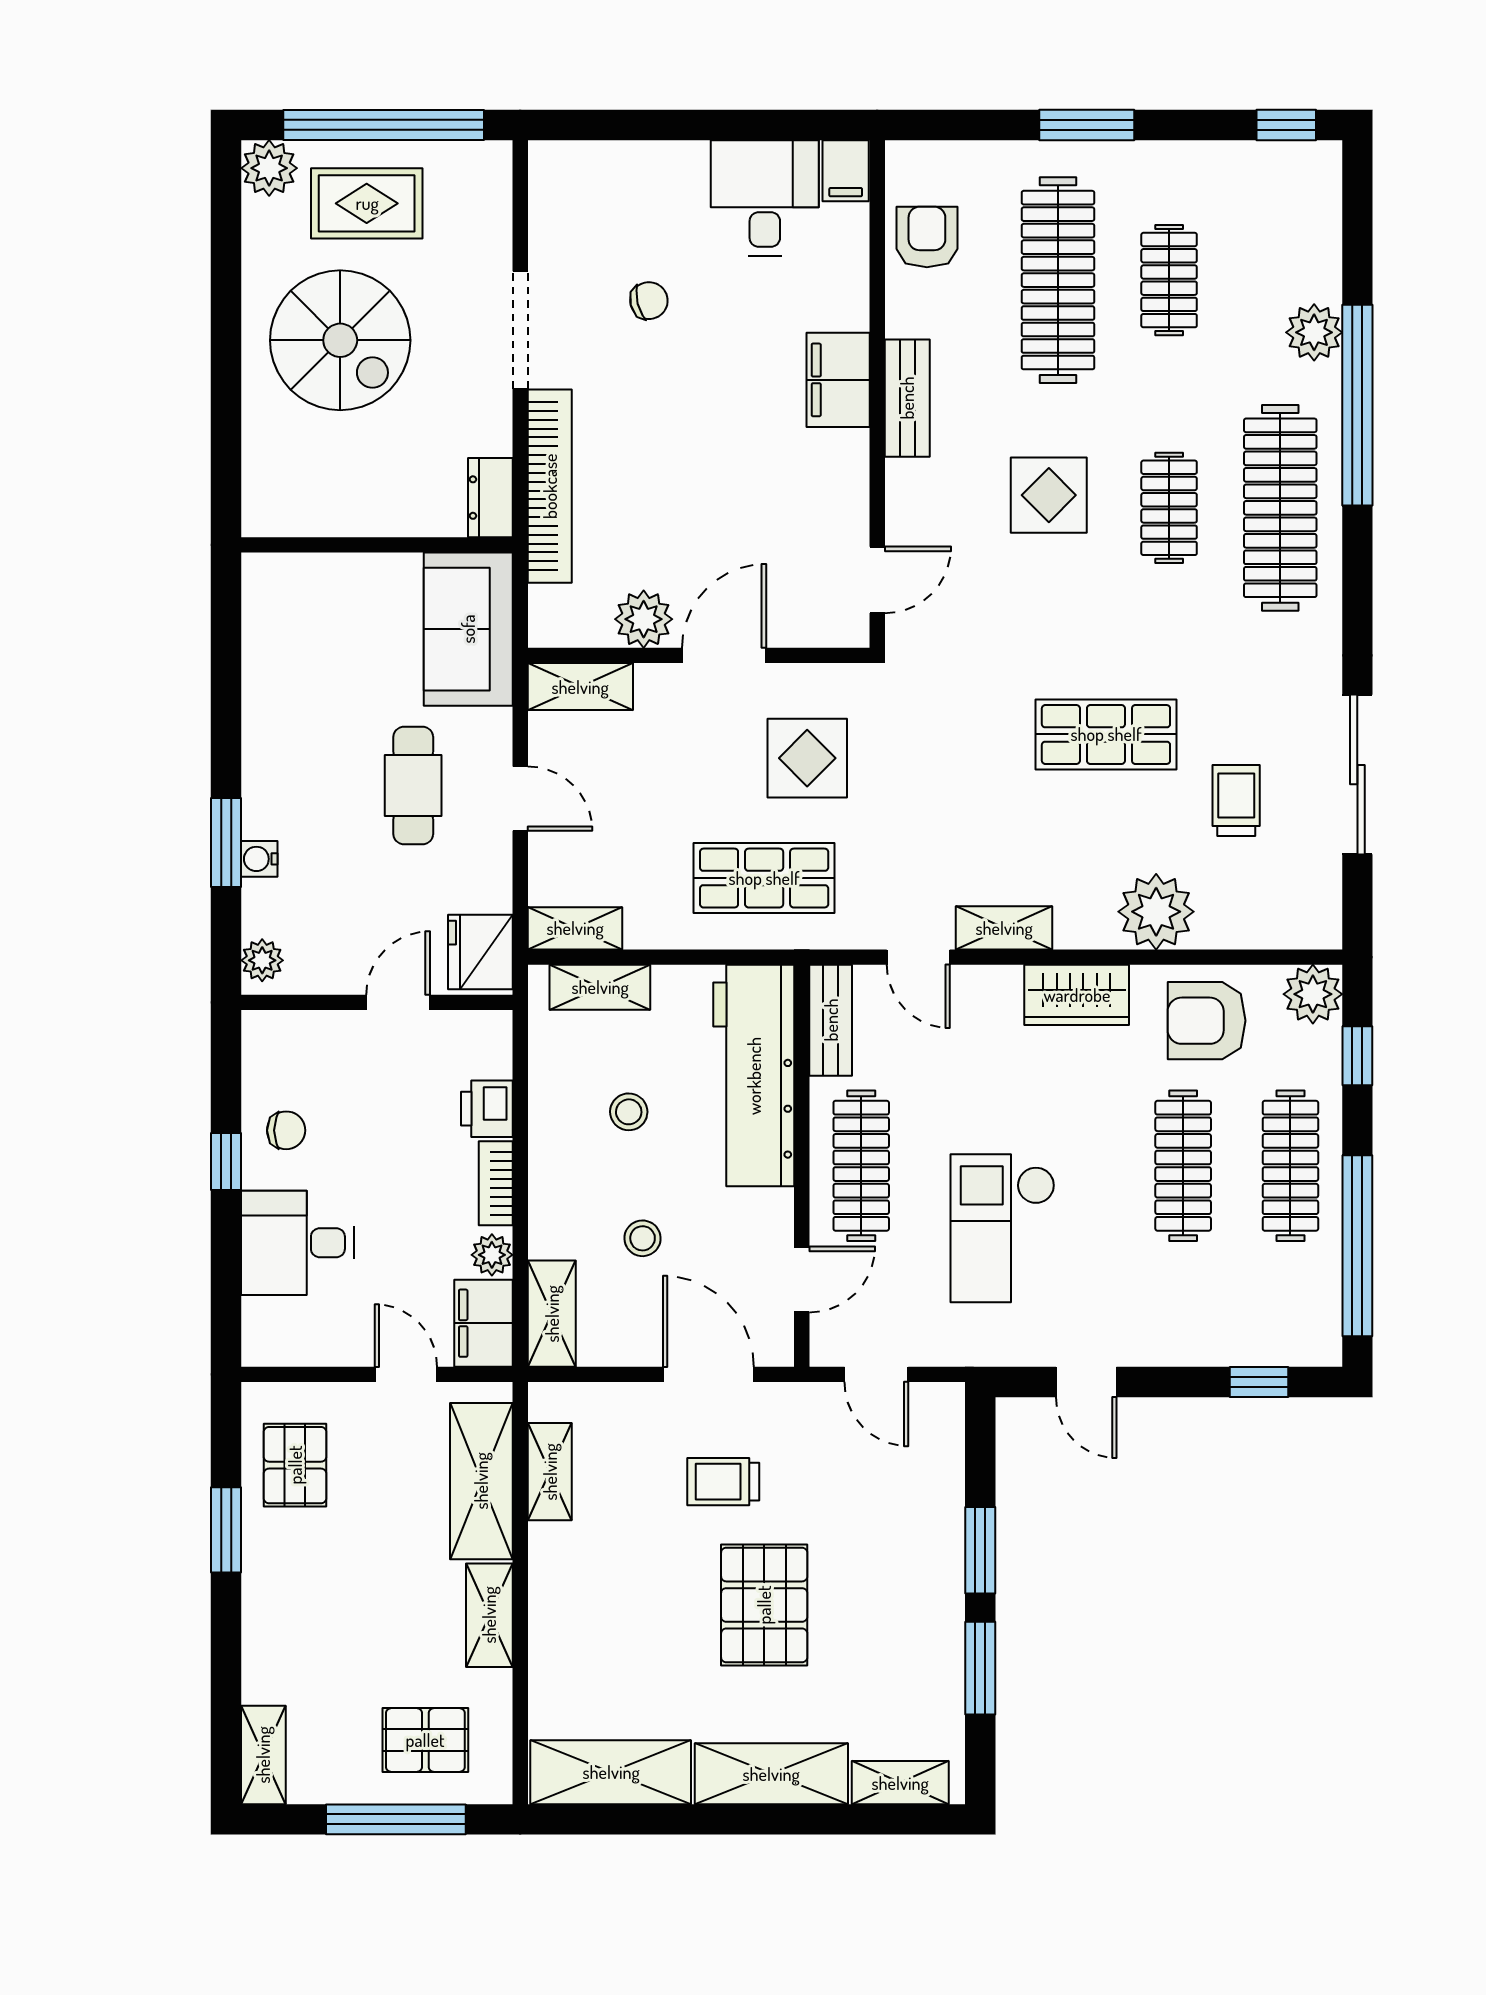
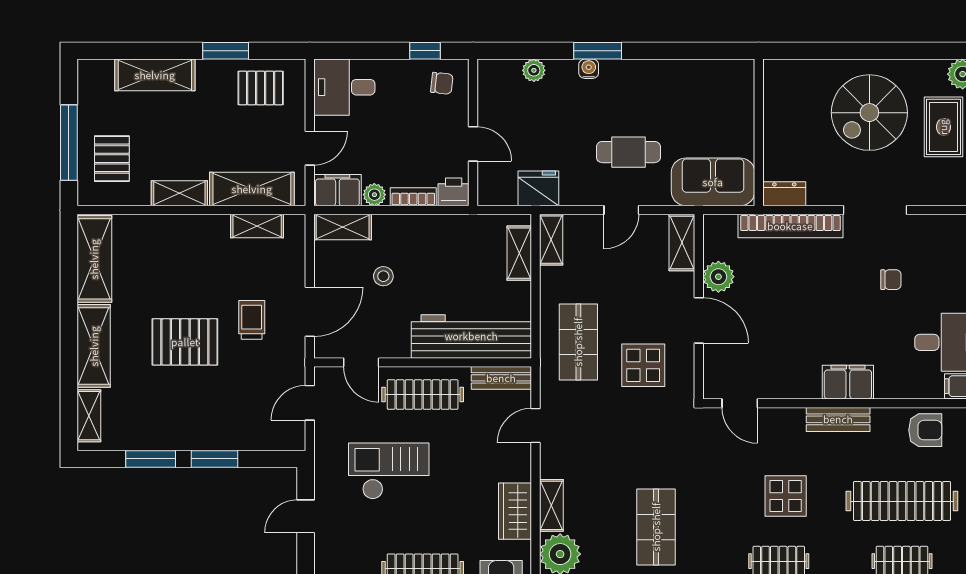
chair: (649, 301) -> (891, 280), turned -76
shelving: (1004, 928) -> (551, 505), moved
wall: (377, 1002) -> (473, 132), moved
door: (398, 1002) -> (473, 144), moved
stool: (629, 1112) -> (452, 269), removed
chair: (286, 1130) -> (442, 83), turned -84
desk: (298, 1243) -> (344, 87), moved, turned -90
shelving: (263, 1755) -> (155, 75), moved, width x1.50, depth x1.33

